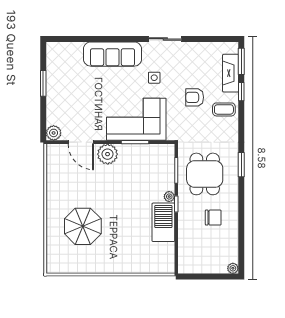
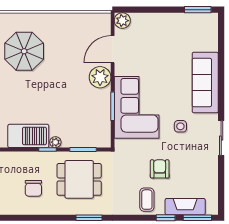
window: (43, 83) -> (198, 10), moved

